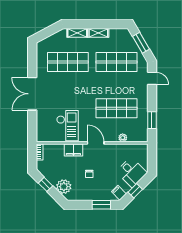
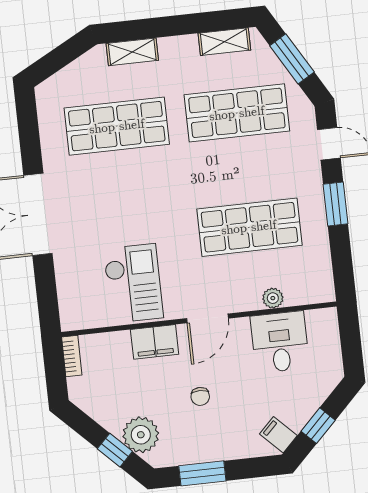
shelving: (98, 33) -> (224, 42), moved
window: (152, 120) -> (336, 204), moved
door: (96, 143) -> (207, 318), swing flipped
desk: (132, 172) -> (280, 342), moved, turned -135
window: (45, 184) -> (115, 450), moved
window: (101, 205) -> (202, 473), moved

